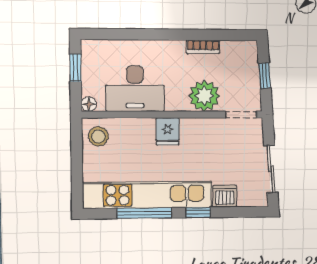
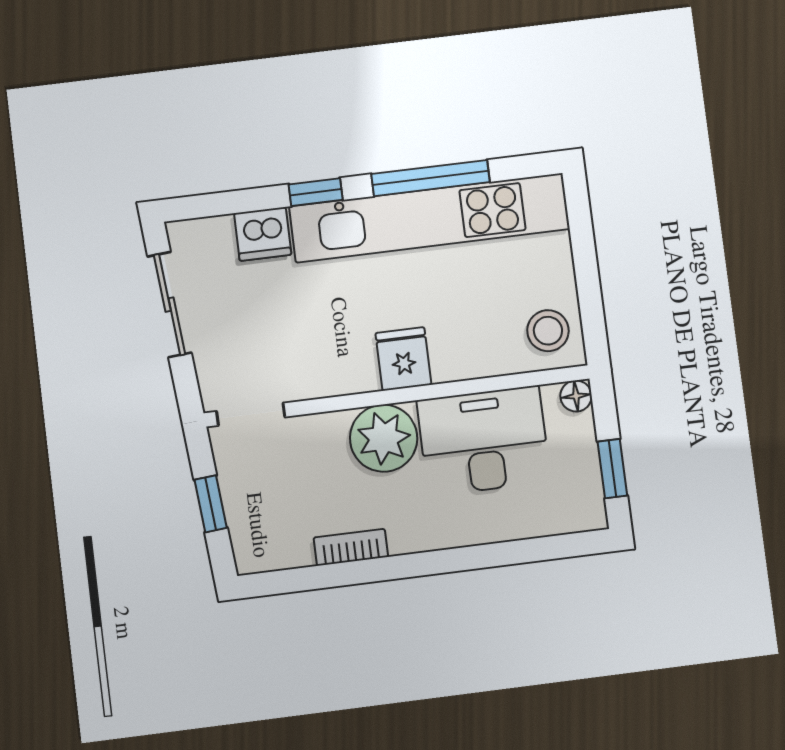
plant: (204, 96) -> (384, 438), moved

